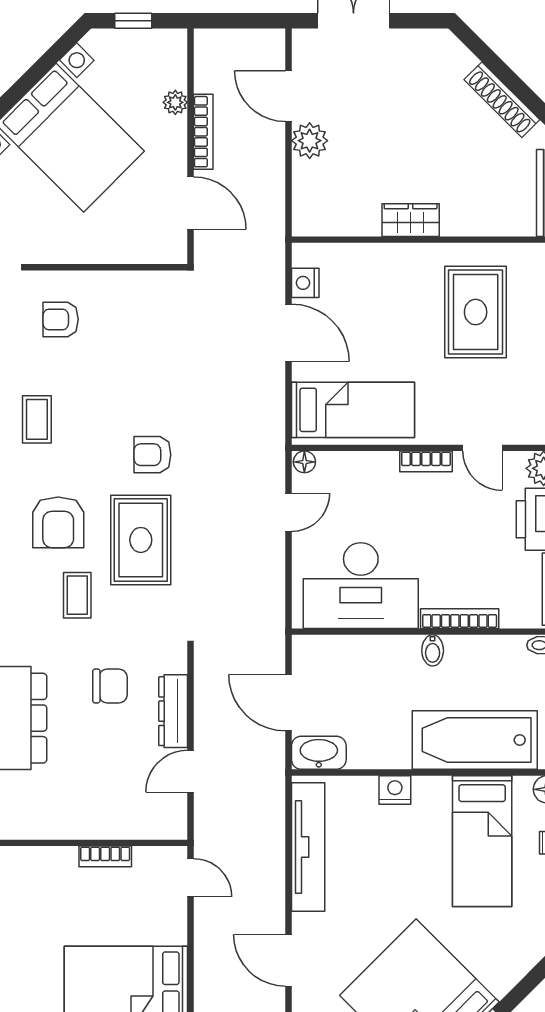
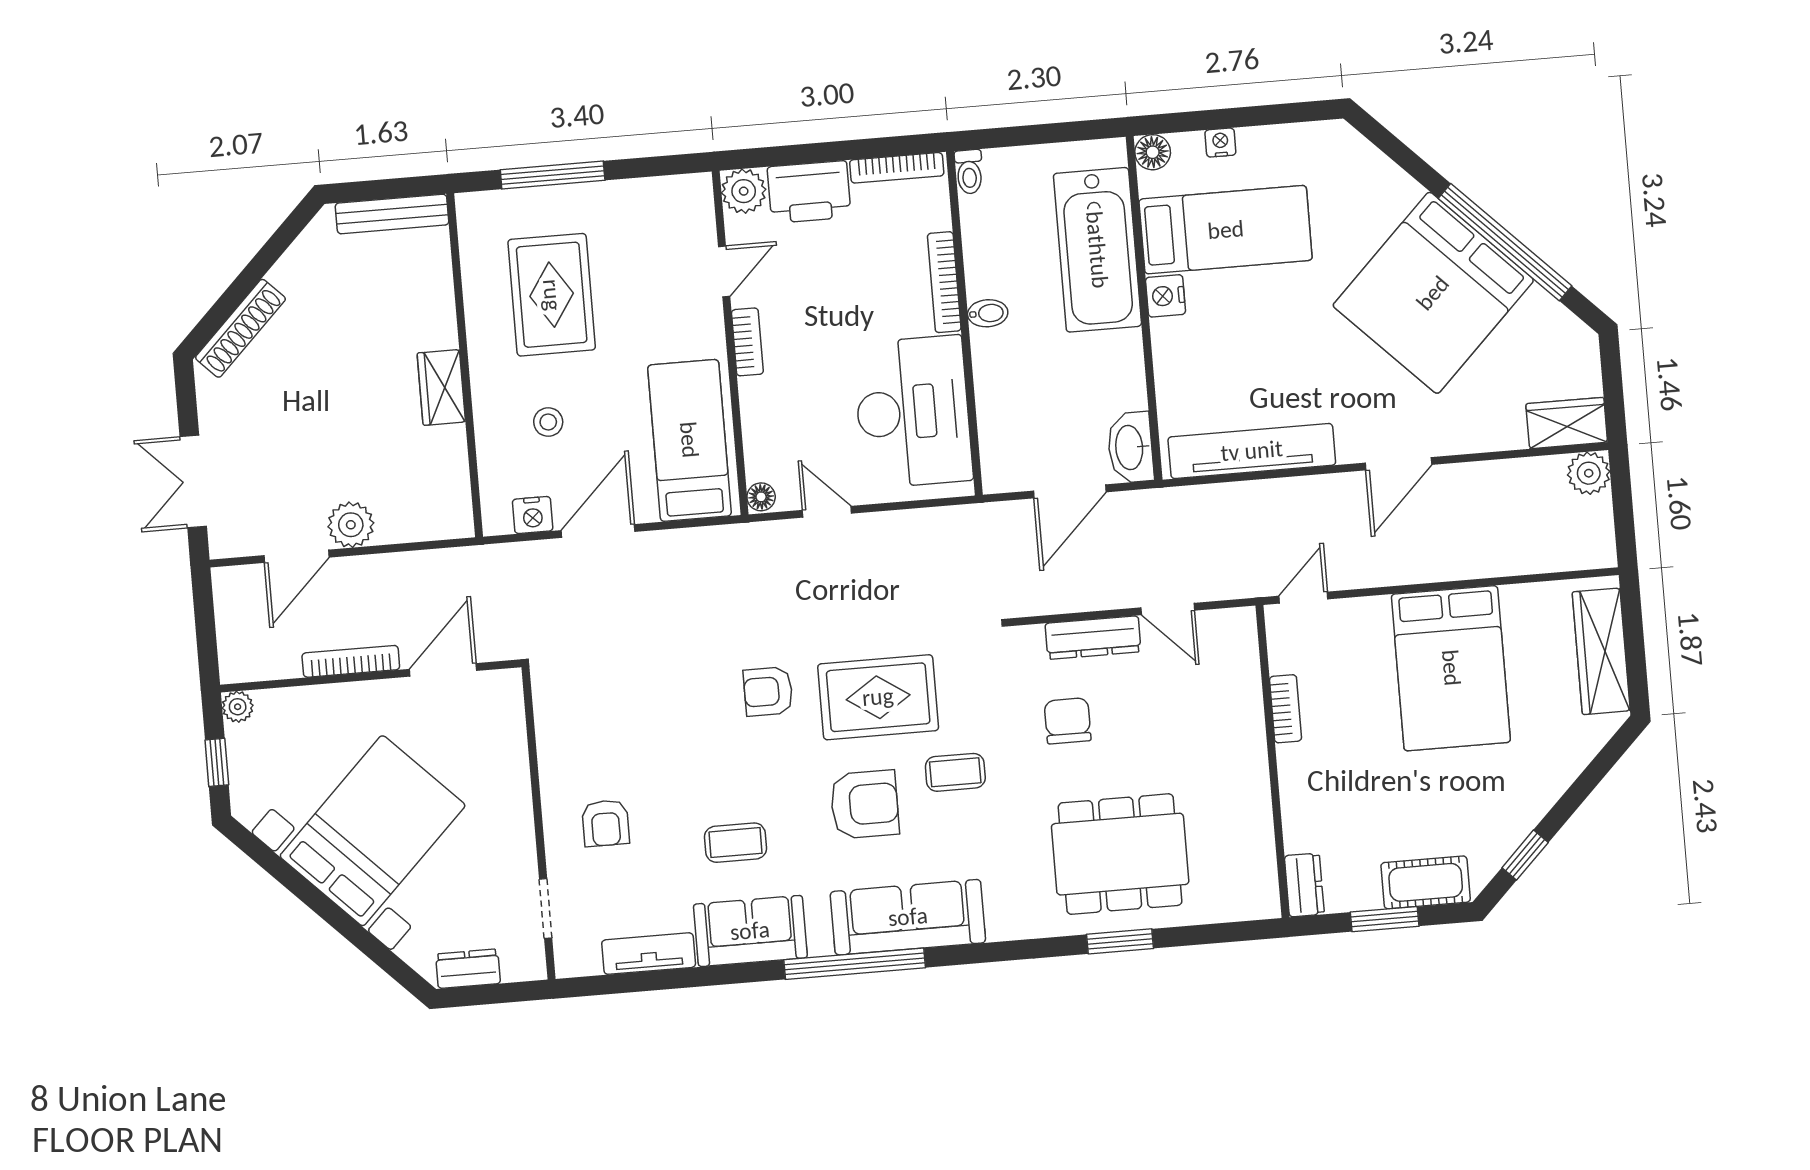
shoe rack: (502, 100) -> (240, 328), moved
plant: (175, 102) -> (238, 707), moved
stool: (377, 301) -> (548, 422), added
rug: (476, 312) -> (552, 295), turned 90
armchair: (152, 455) -> (768, 691), turned 90
nightstand: (395, 790) -> (1166, 296), moved

